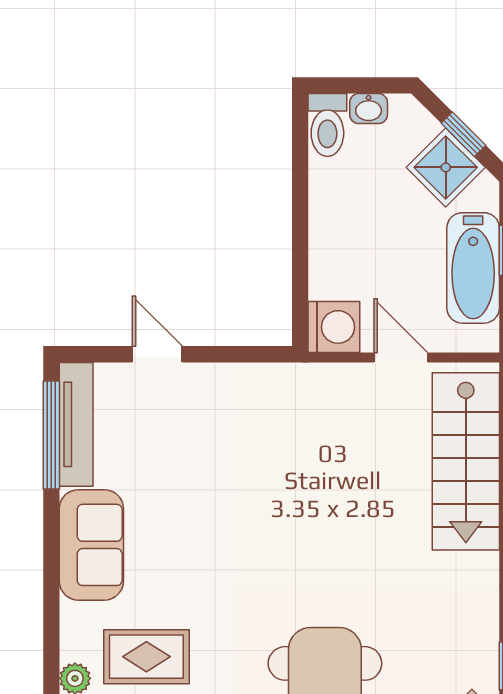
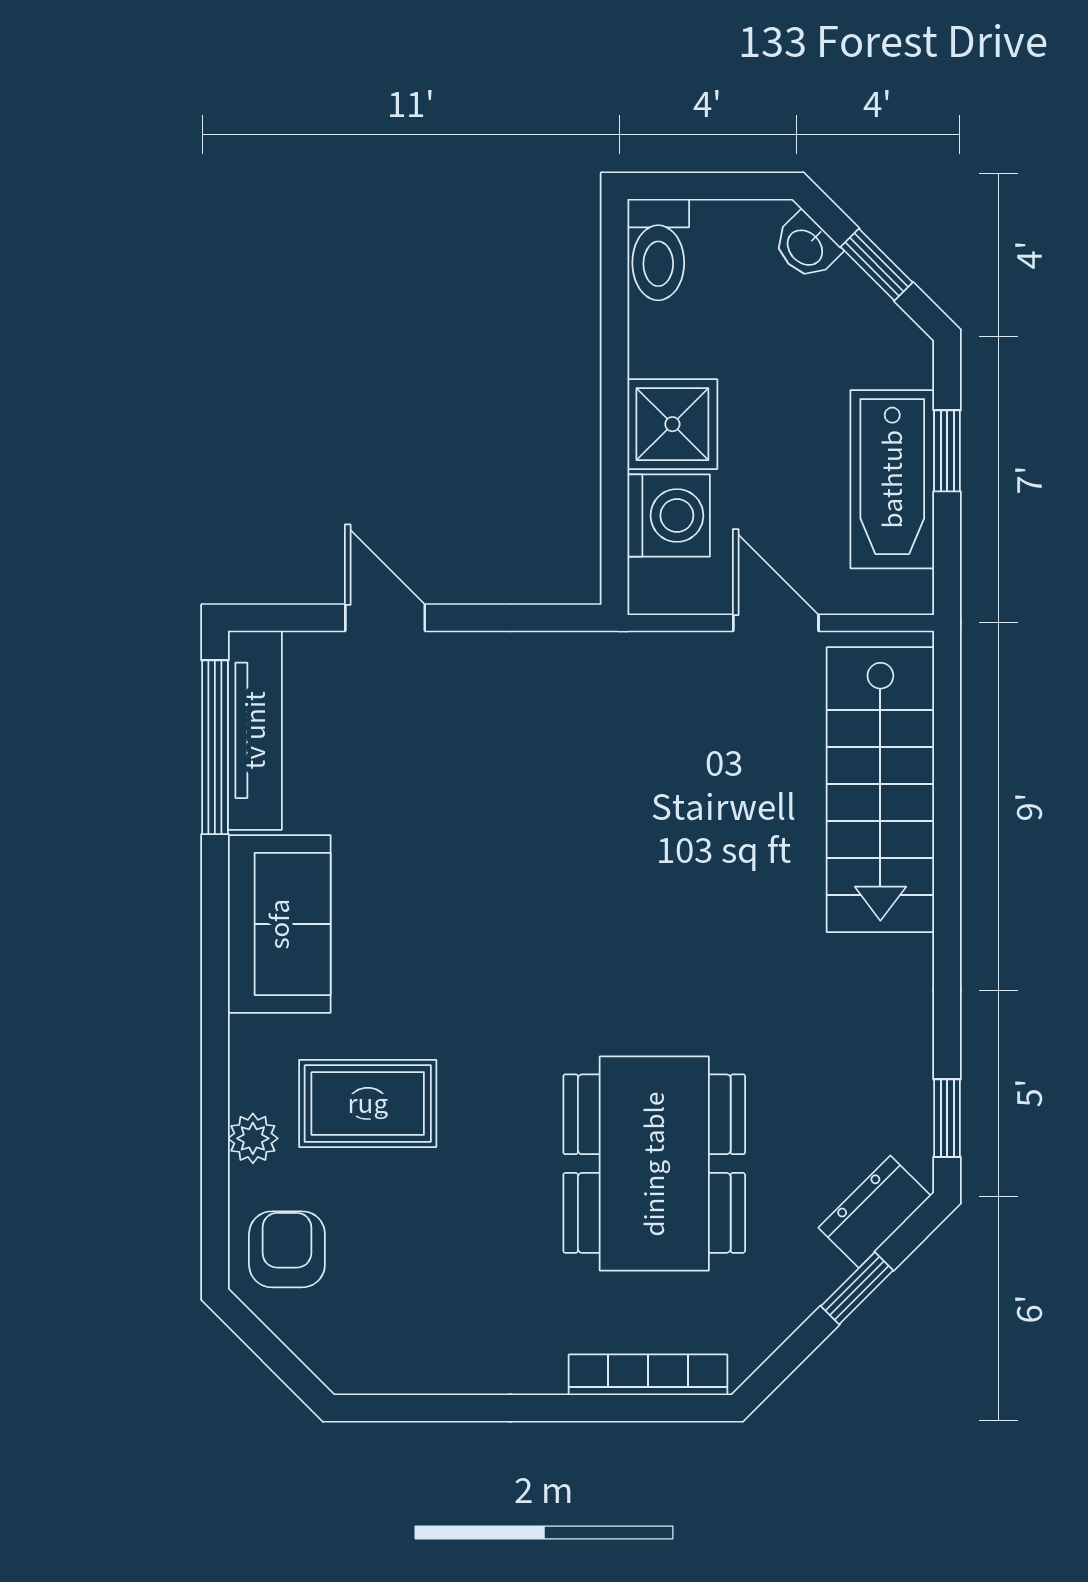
washbasin: (369, 109) -> (806, 247), moved, turned 45
shower: (446, 167) -> (672, 424), moved, turned 45
washing machine: (334, 327) -> (669, 515), moved

